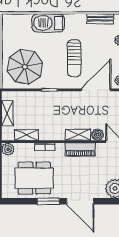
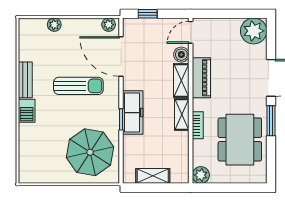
bench: (100, 19) -> (25, 80), moved
barbecue: (48, 23) -> (27, 111), width x0.53, depth x0.65
freezer: (54, 99) -> (133, 113), added
shelving: (26, 135) -> (182, 115), moved

